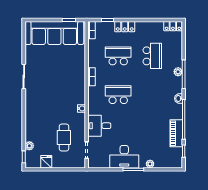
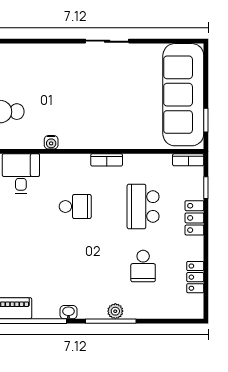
locker: (173, 26) -> (195, 277), moved
school desk: (118, 56) -> (143, 206), turned 180
school desk: (152, 56) -> (143, 266), width x0.54
school desk: (118, 95) -> (75, 206), width x0.54

